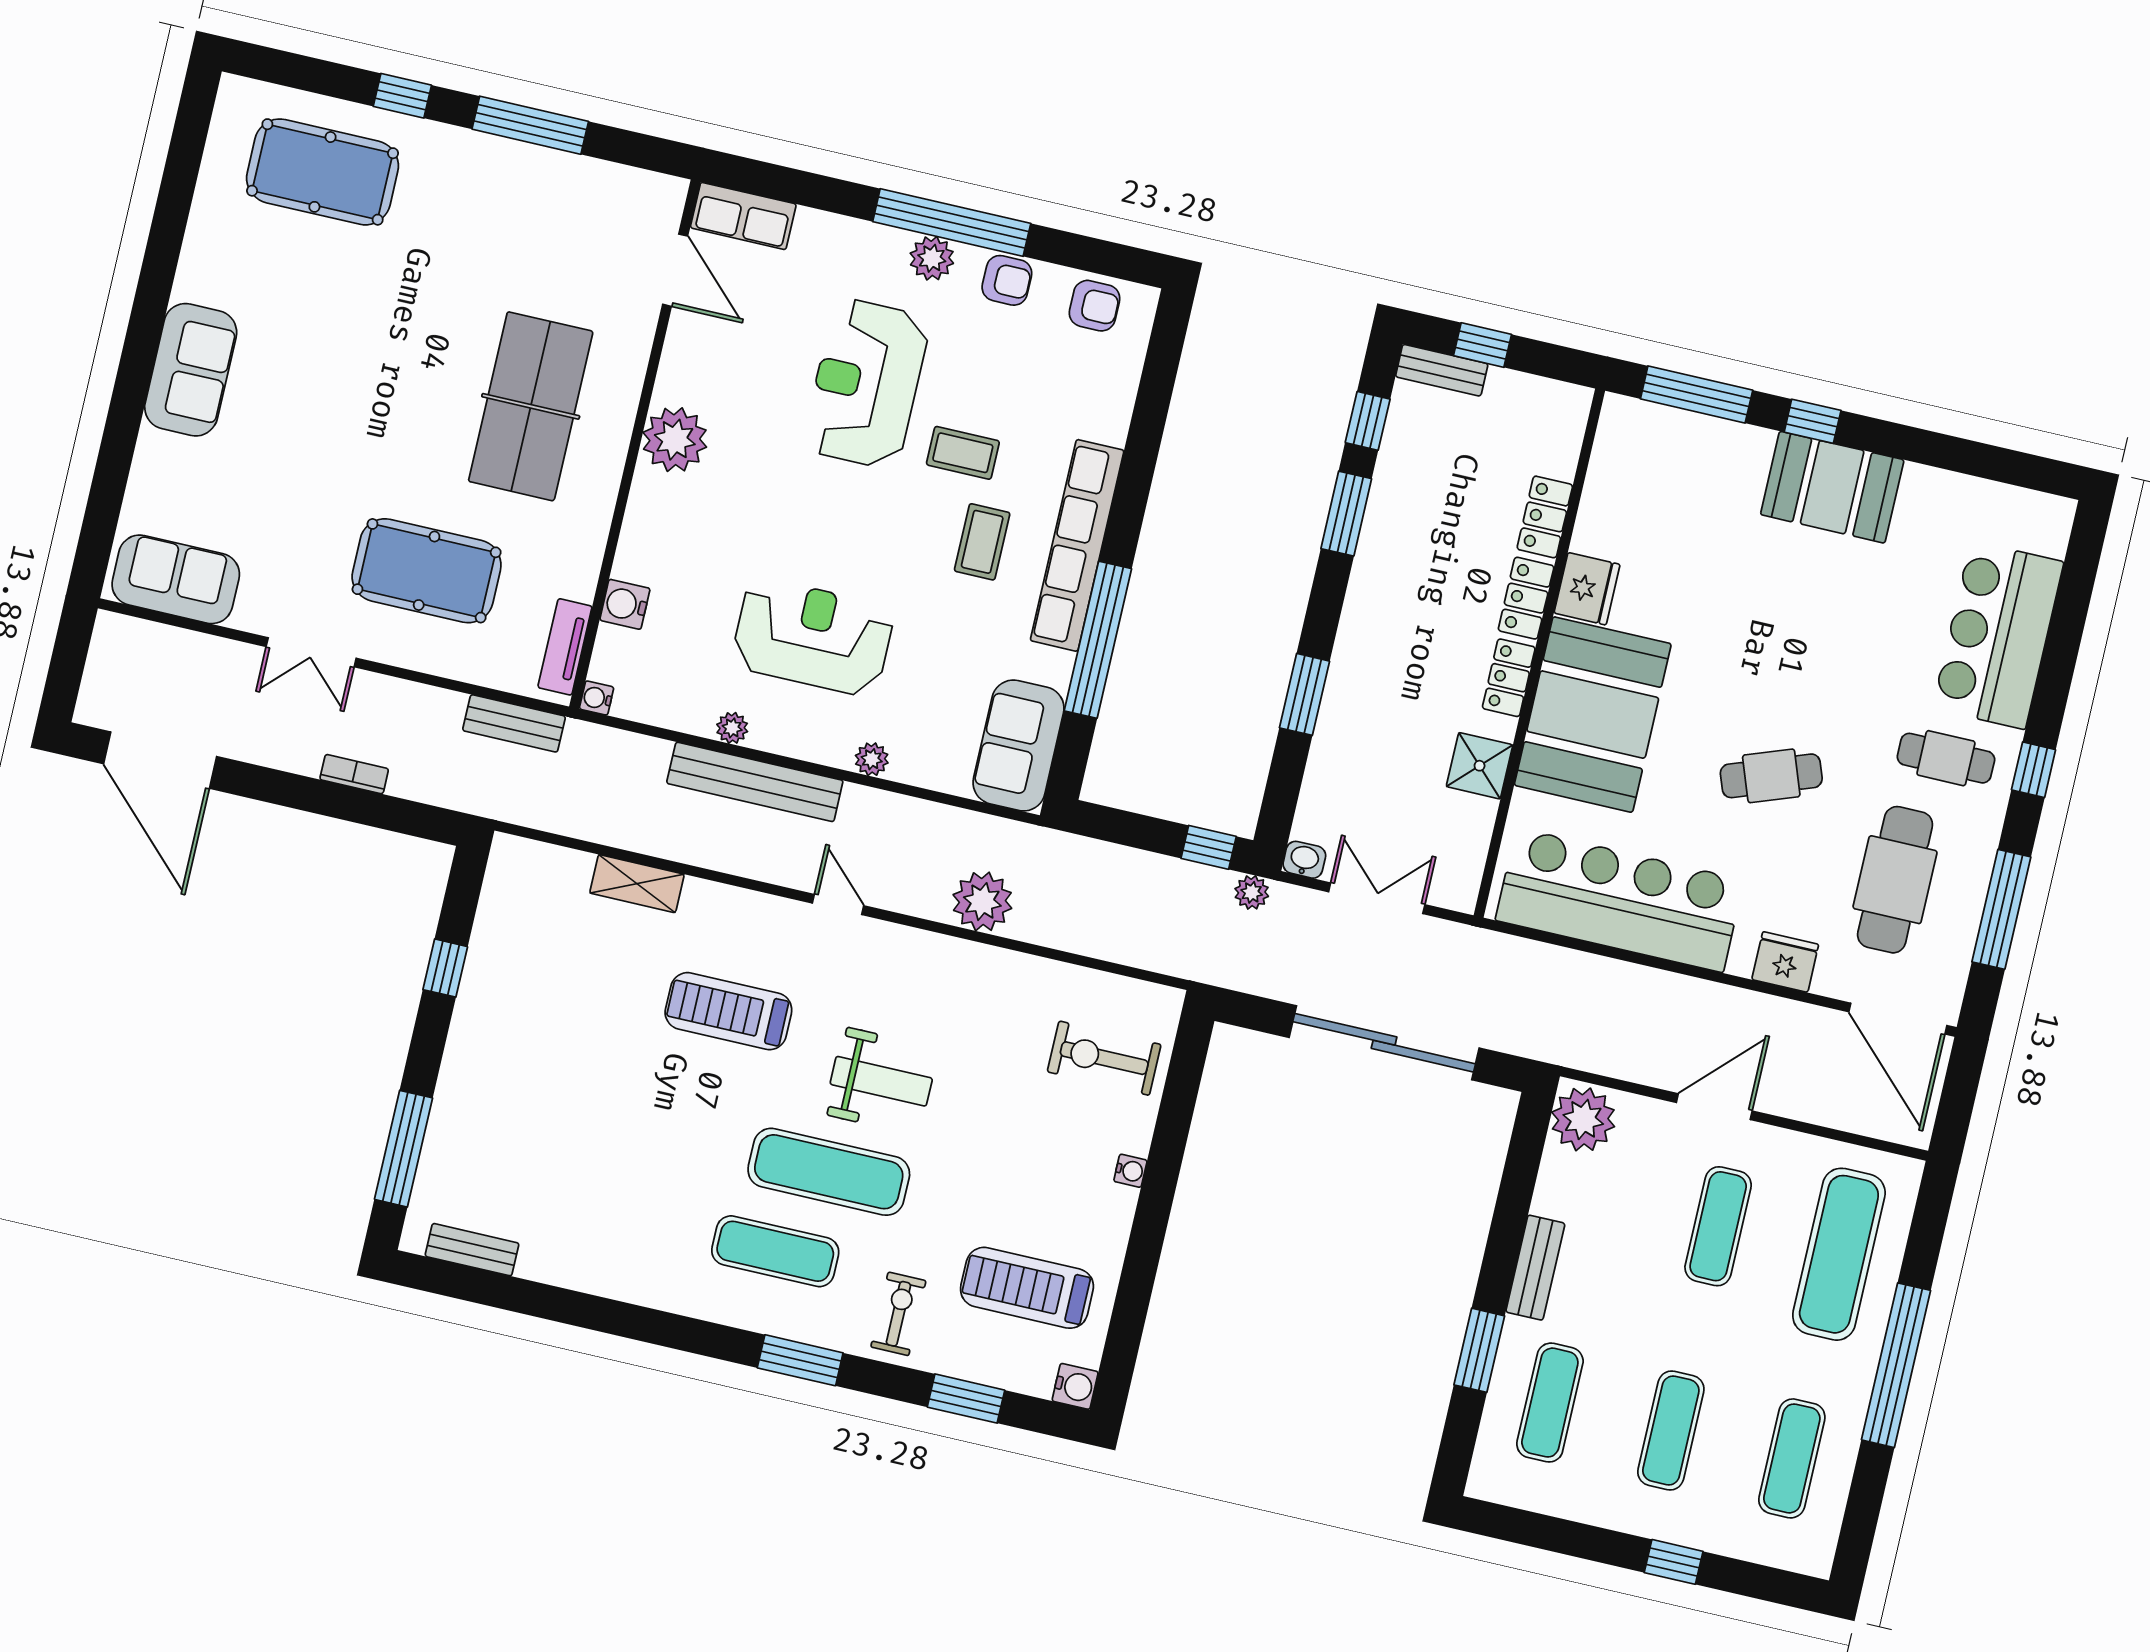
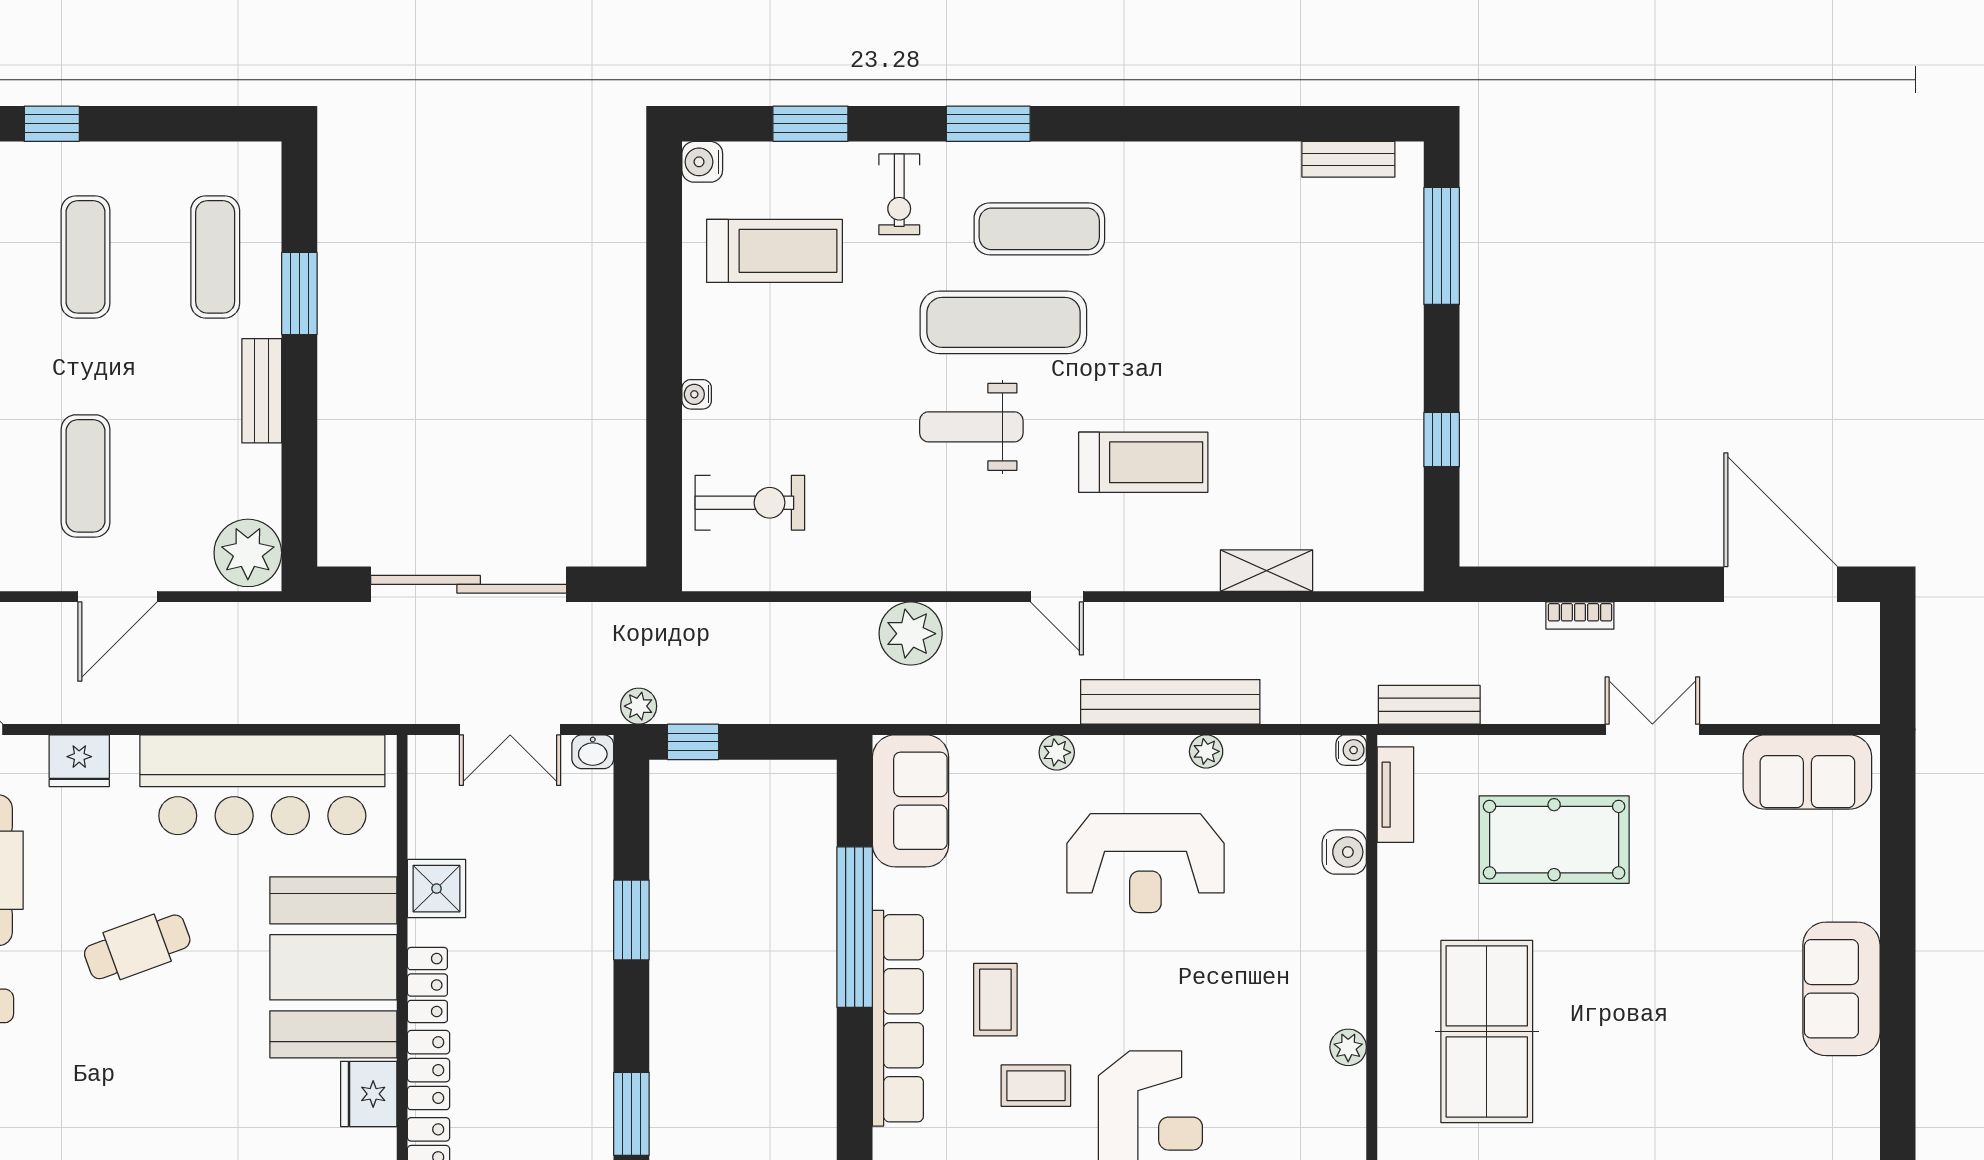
plant: (675, 440) -> (1348, 1047), width x0.53, depth x0.53

